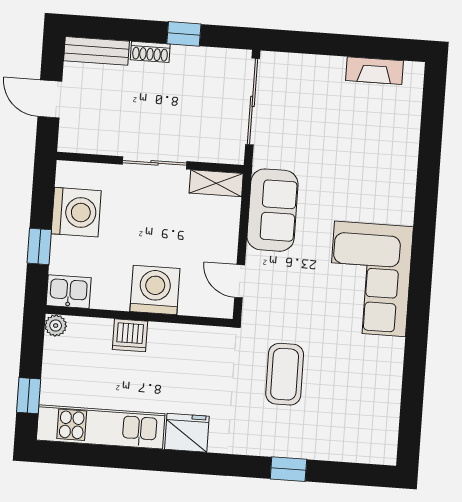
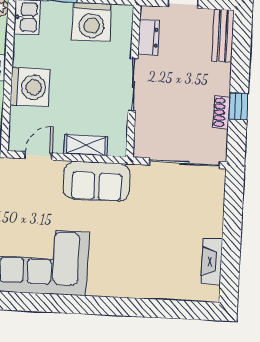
shoe rack: (150, 52) -> (221, 112), moved
dresser: (97, 143) -> (149, 37), added
shelving: (216, 183) -> (86, 145), moved, turned 90

